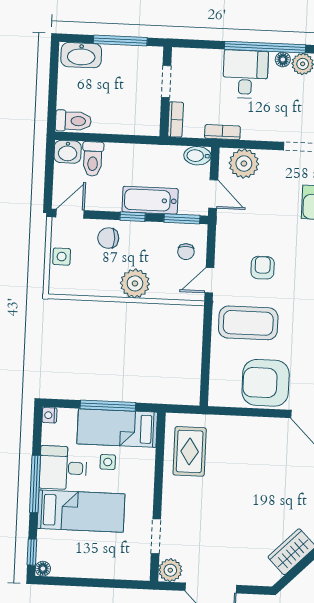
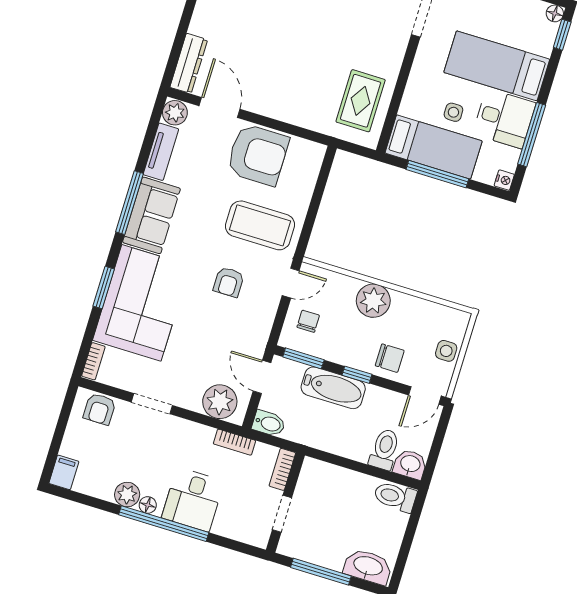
window: (35, 484) -> (532, 135), moved

